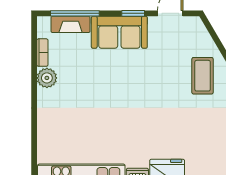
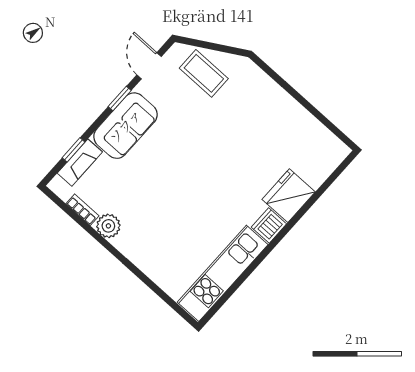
window: (75, 13) -> (74, 150), width x0.46
coffee table: (203, 76) -> (204, 73), moved

